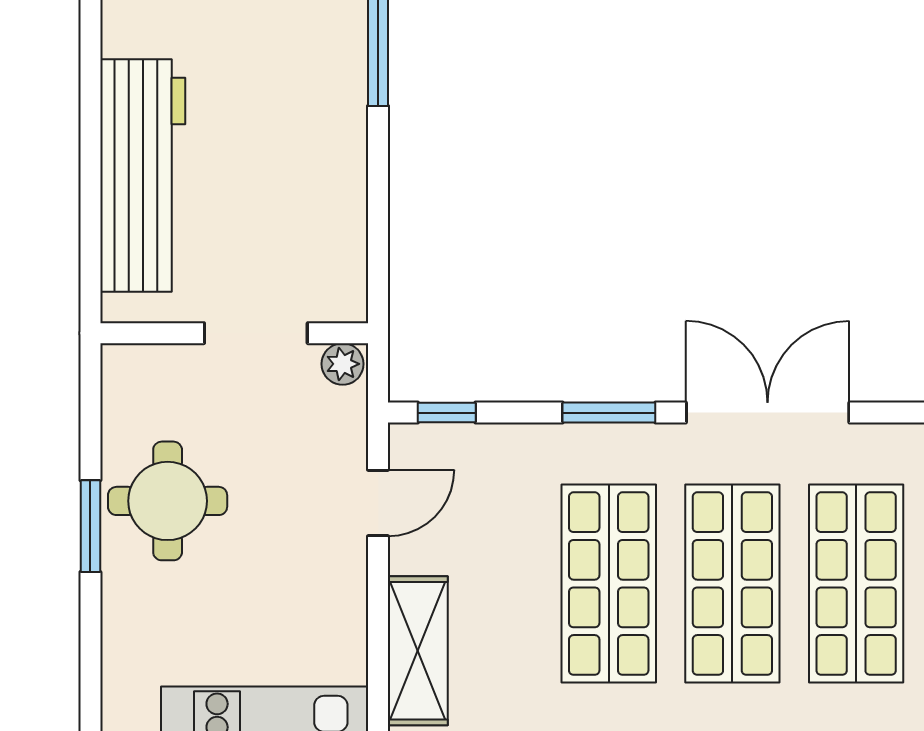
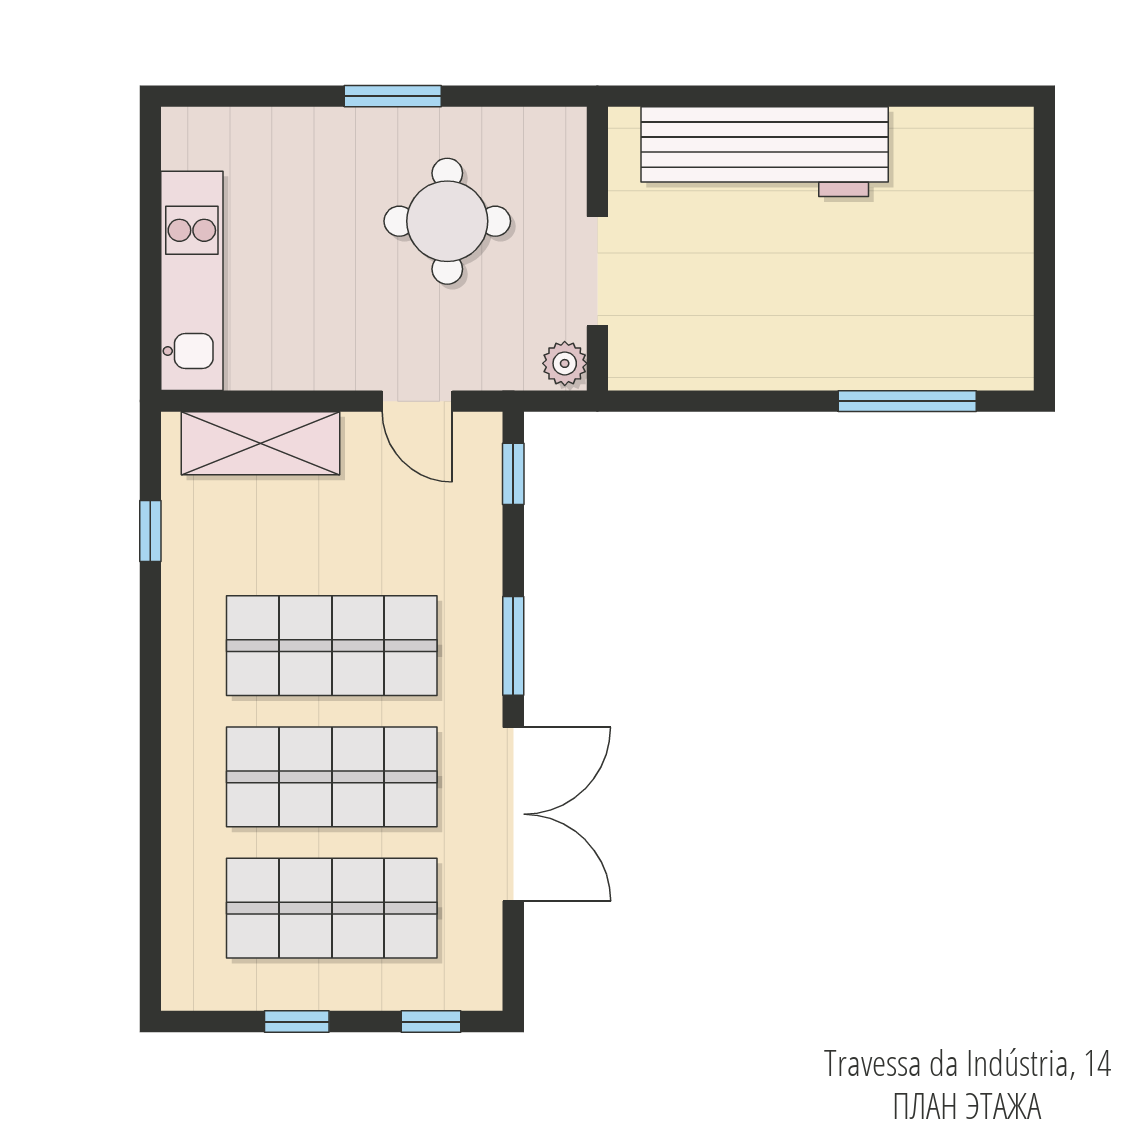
round table: (168, 501) -> (447, 221), moved

